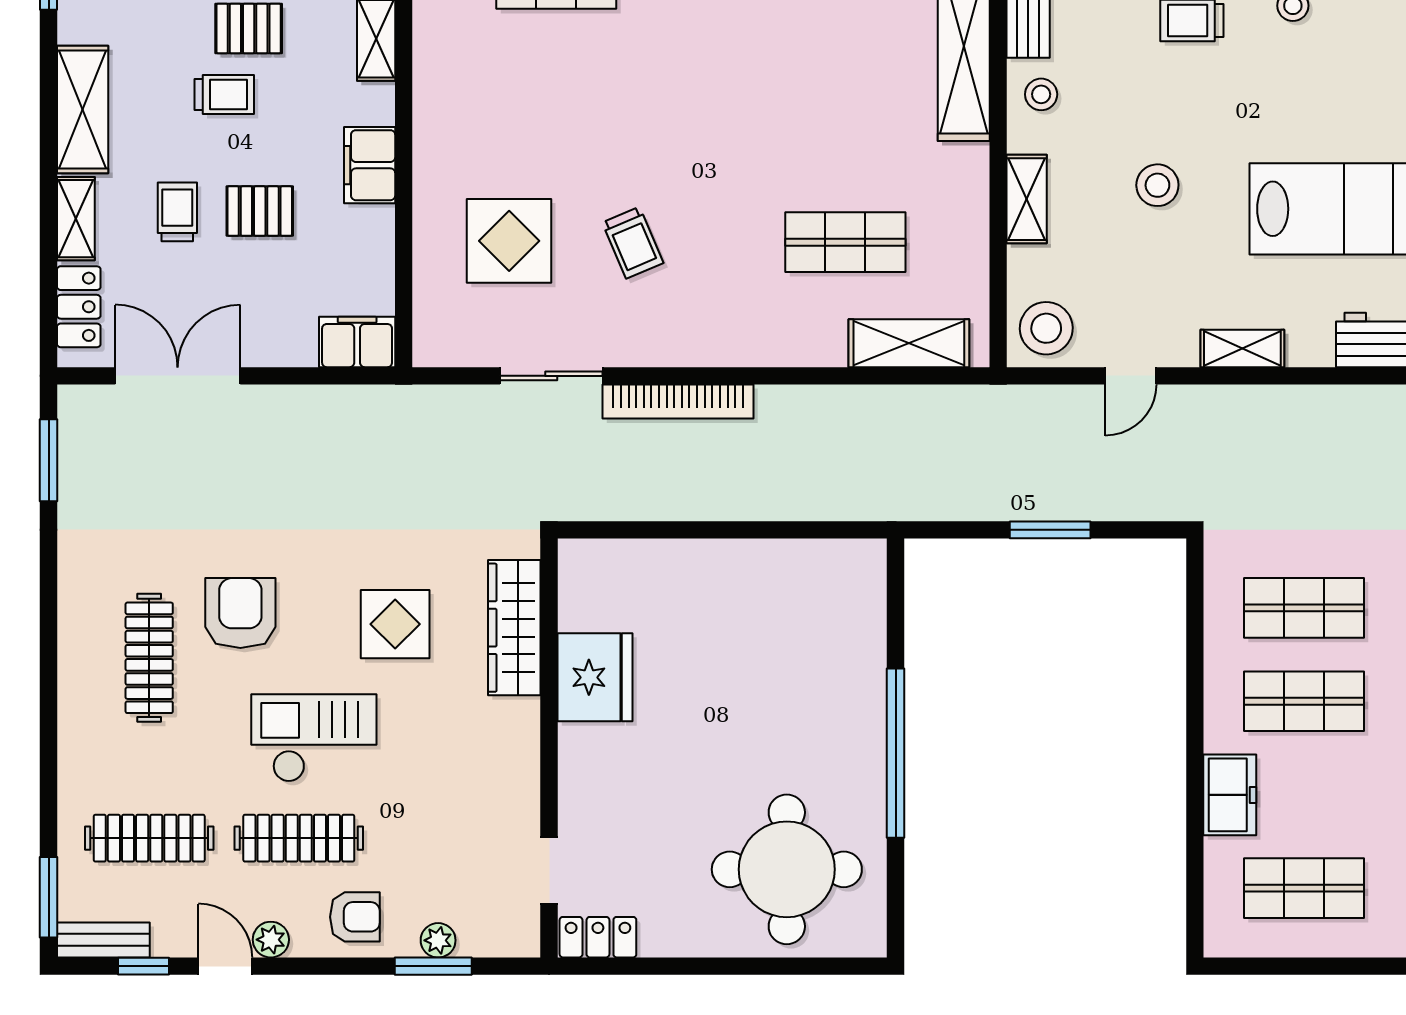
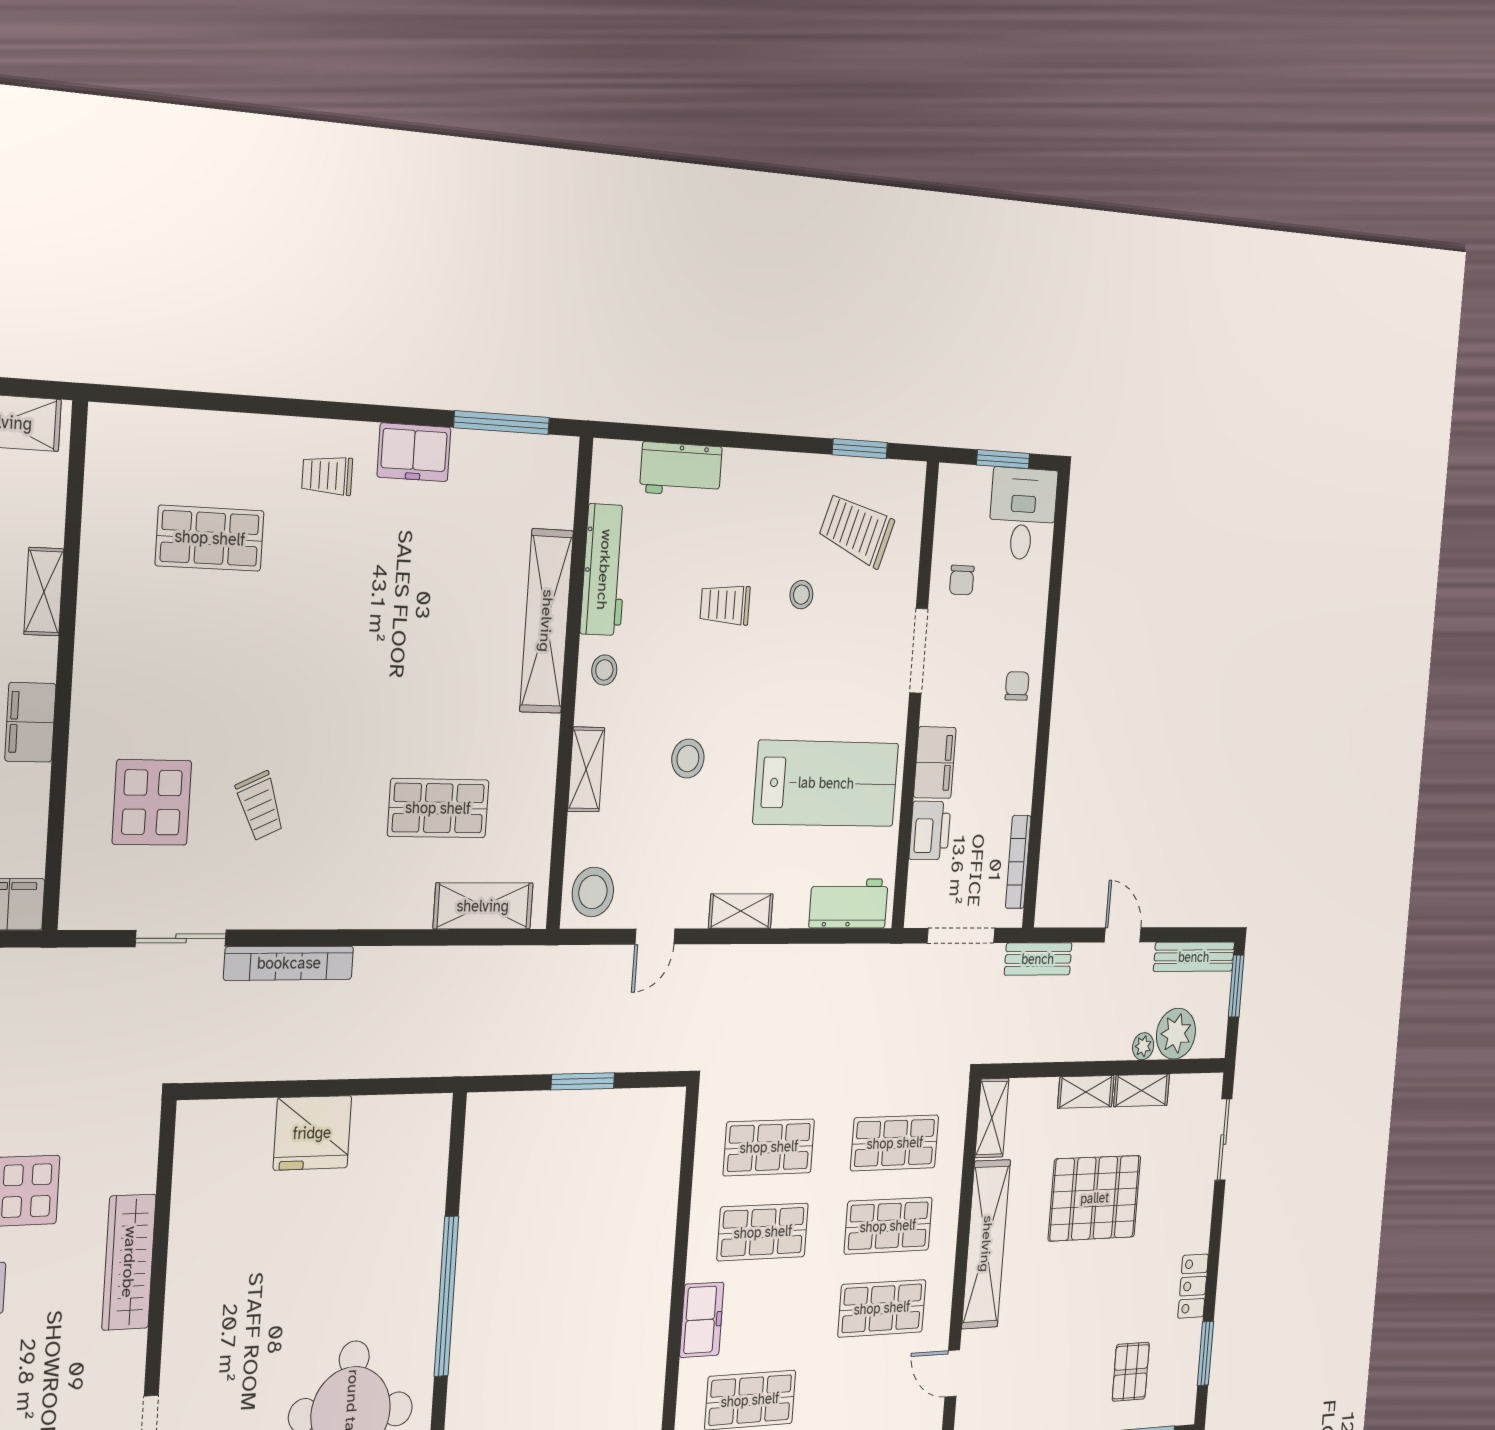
wardrobe: (514, 628) -> (129, 1262), moved
fridge: (595, 677) -> (312, 1133), moved, turned 90

